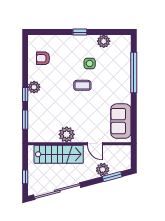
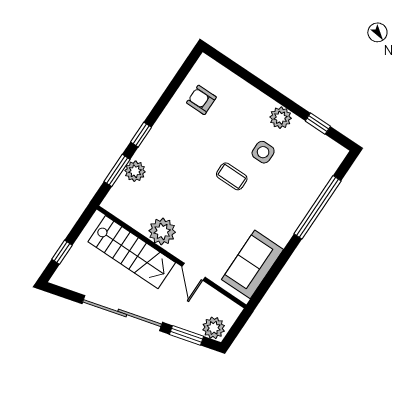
window: (80, 32) -> (318, 124), moved
plant: (104, 41) -> (281, 118), moved
plant: (34, 87) -> (135, 171), moved
plant: (103, 169) -> (214, 328), moved
sliding door: (57, 191) -> (122, 313), moved

